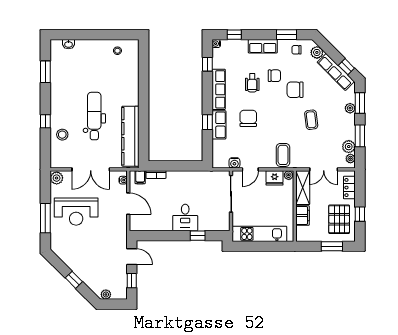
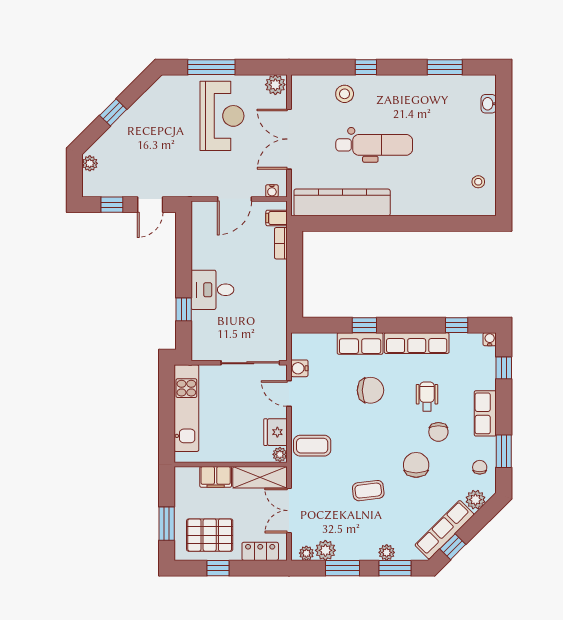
wheelchair: (252, 83) -> (427, 397), turned 90
reception desk: (76, 212) -> (222, 116), turned 180

